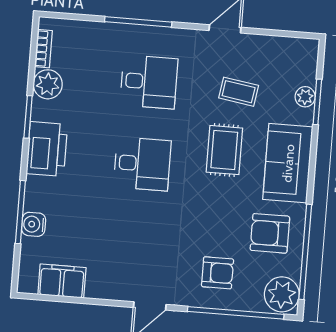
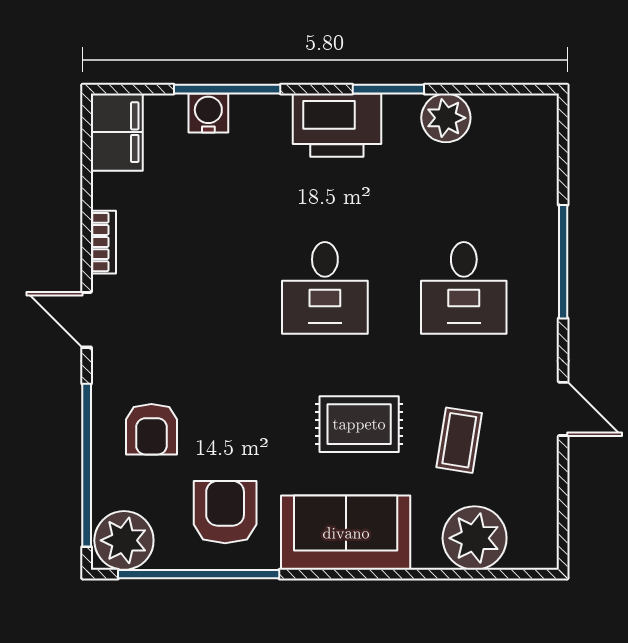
bookcase: (43, 49) -> (103, 242), moved, turned -90
plant: (305, 97) -> (475, 538), width x1.87, depth x1.87
window: (317, 102) -> (453, 574), removed
filing cabinet: (62, 281) -> (117, 132), moved

